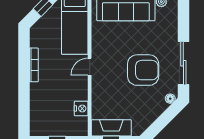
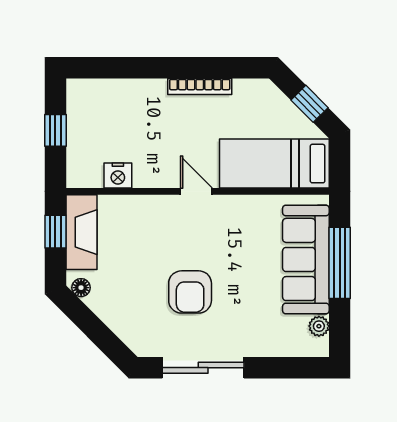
armchair: (143, 70) -> (190, 292), width x0.73, depth x0.73
floor lamp: (170, 99) -> (81, 288), moved

